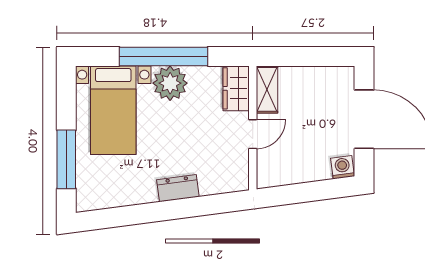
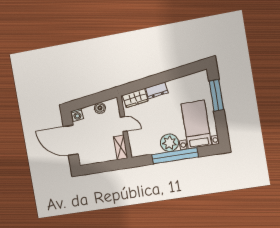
wardrobe: (236, 88) -> (135, 98), moved, turned 83
door: (253, 134) -> (124, 124), swing flipped
boiler: (295, 173) -> (100, 108), added

